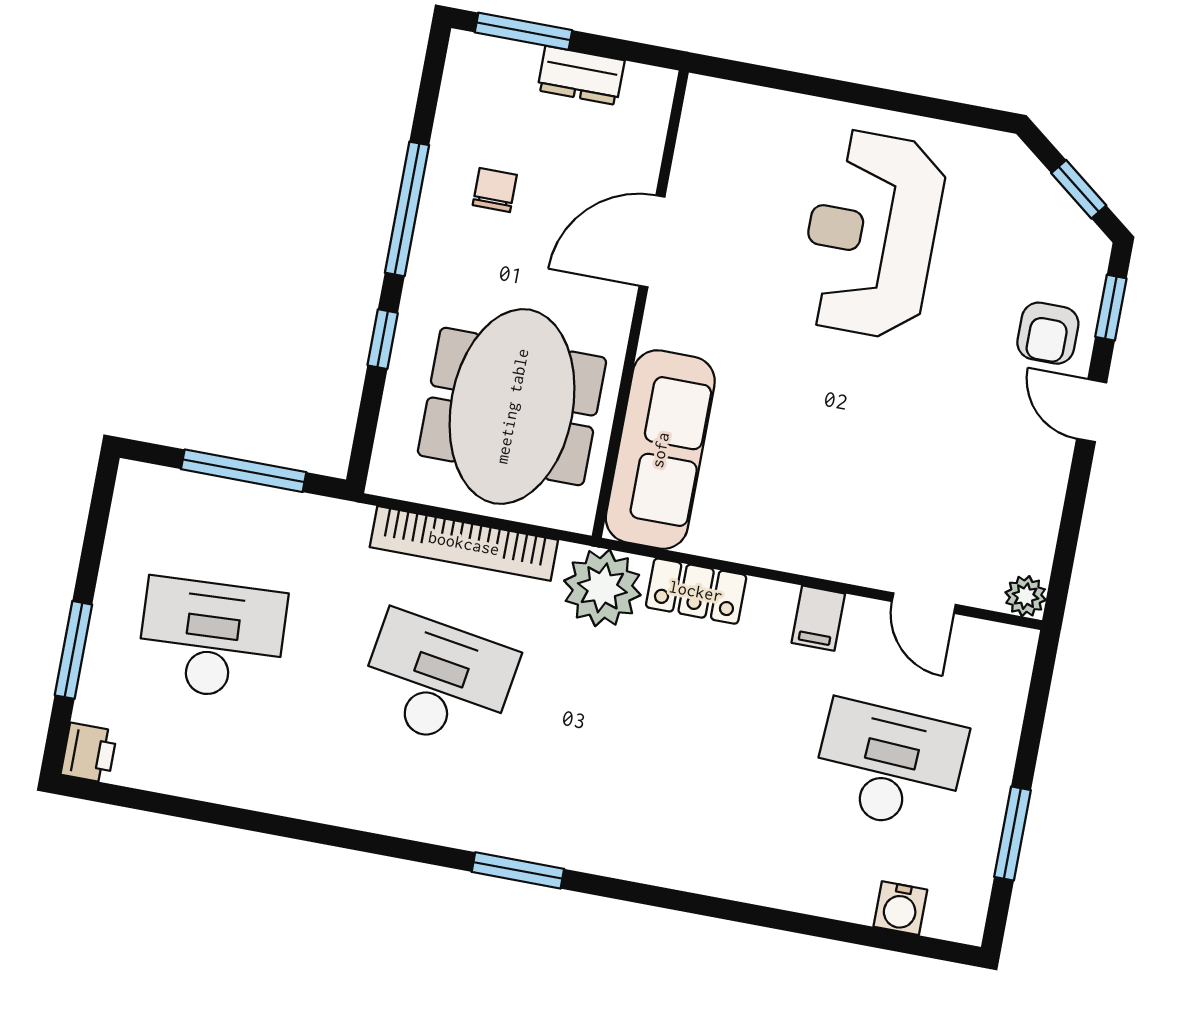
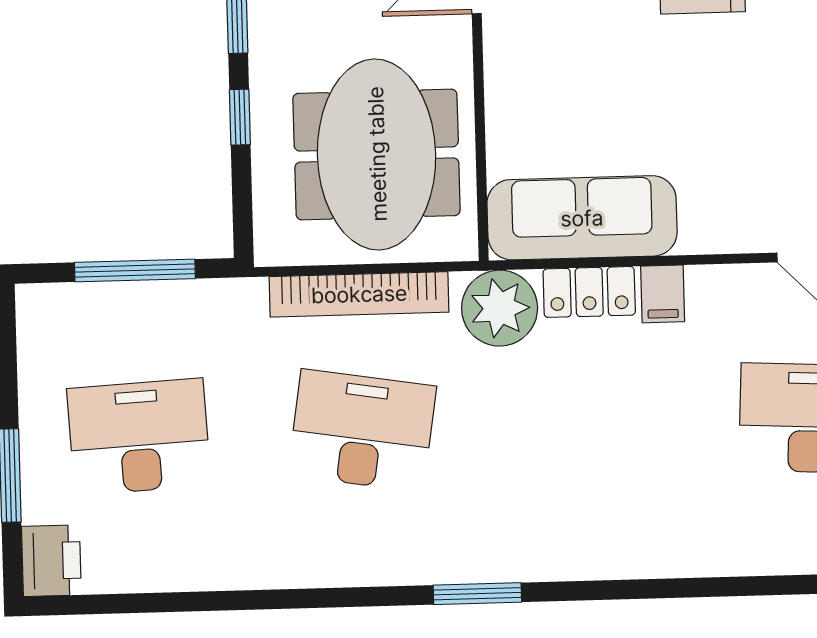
sofa: (660, 450) -> (582, 218), moved, turned -90
filing cabinet: (818, 618) -> (663, 294), moved
printer: (89, 753) -> (51, 561), width x1.36, depth x1.24

